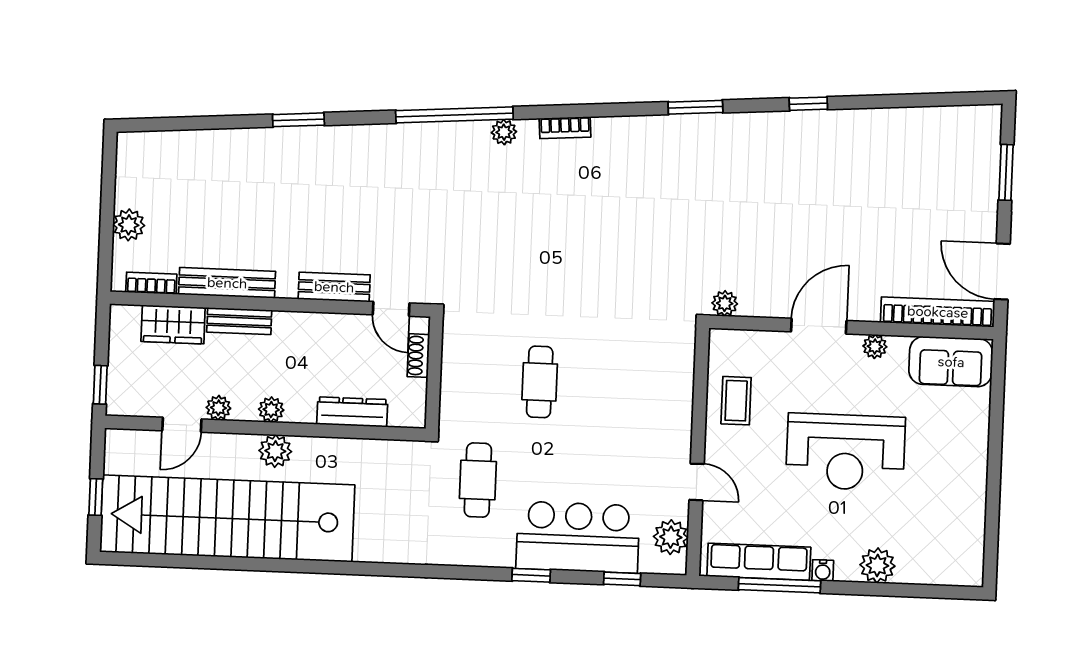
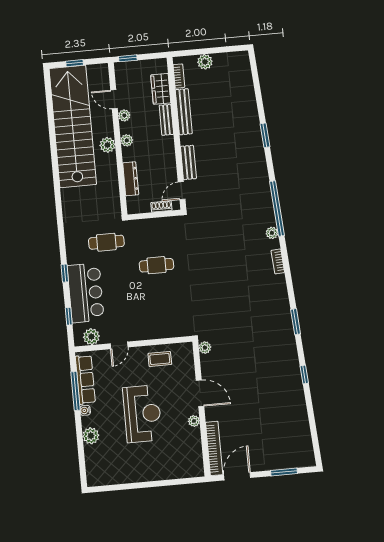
sofa: (951, 362) -> (192, 458), removed
reception desk: (845, 452) -> (142, 414), turned 180

